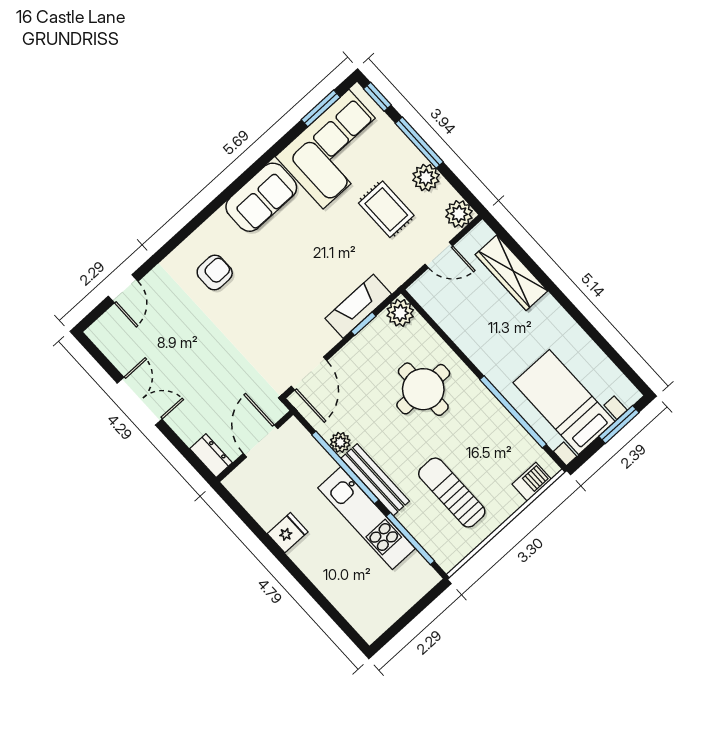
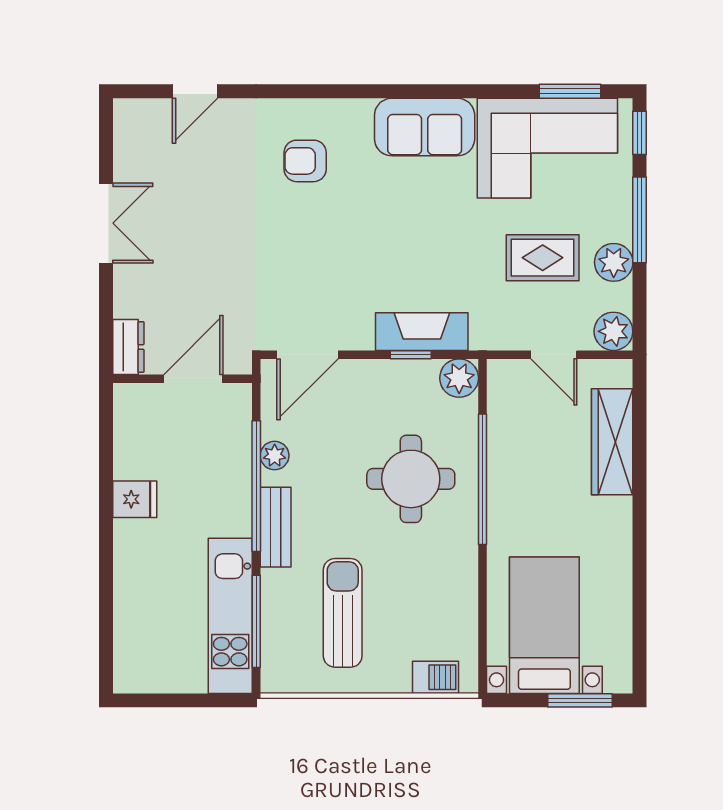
rug: (386, 209) -> (543, 258), turned 90
armchair: (215, 273) -> (305, 161), turned 180
window: (513, 412) -> (483, 479), moved
bench: (375, 480) -> (276, 527), width x0.73
kitchen unit: (367, 518) -> (230, 616), moved

